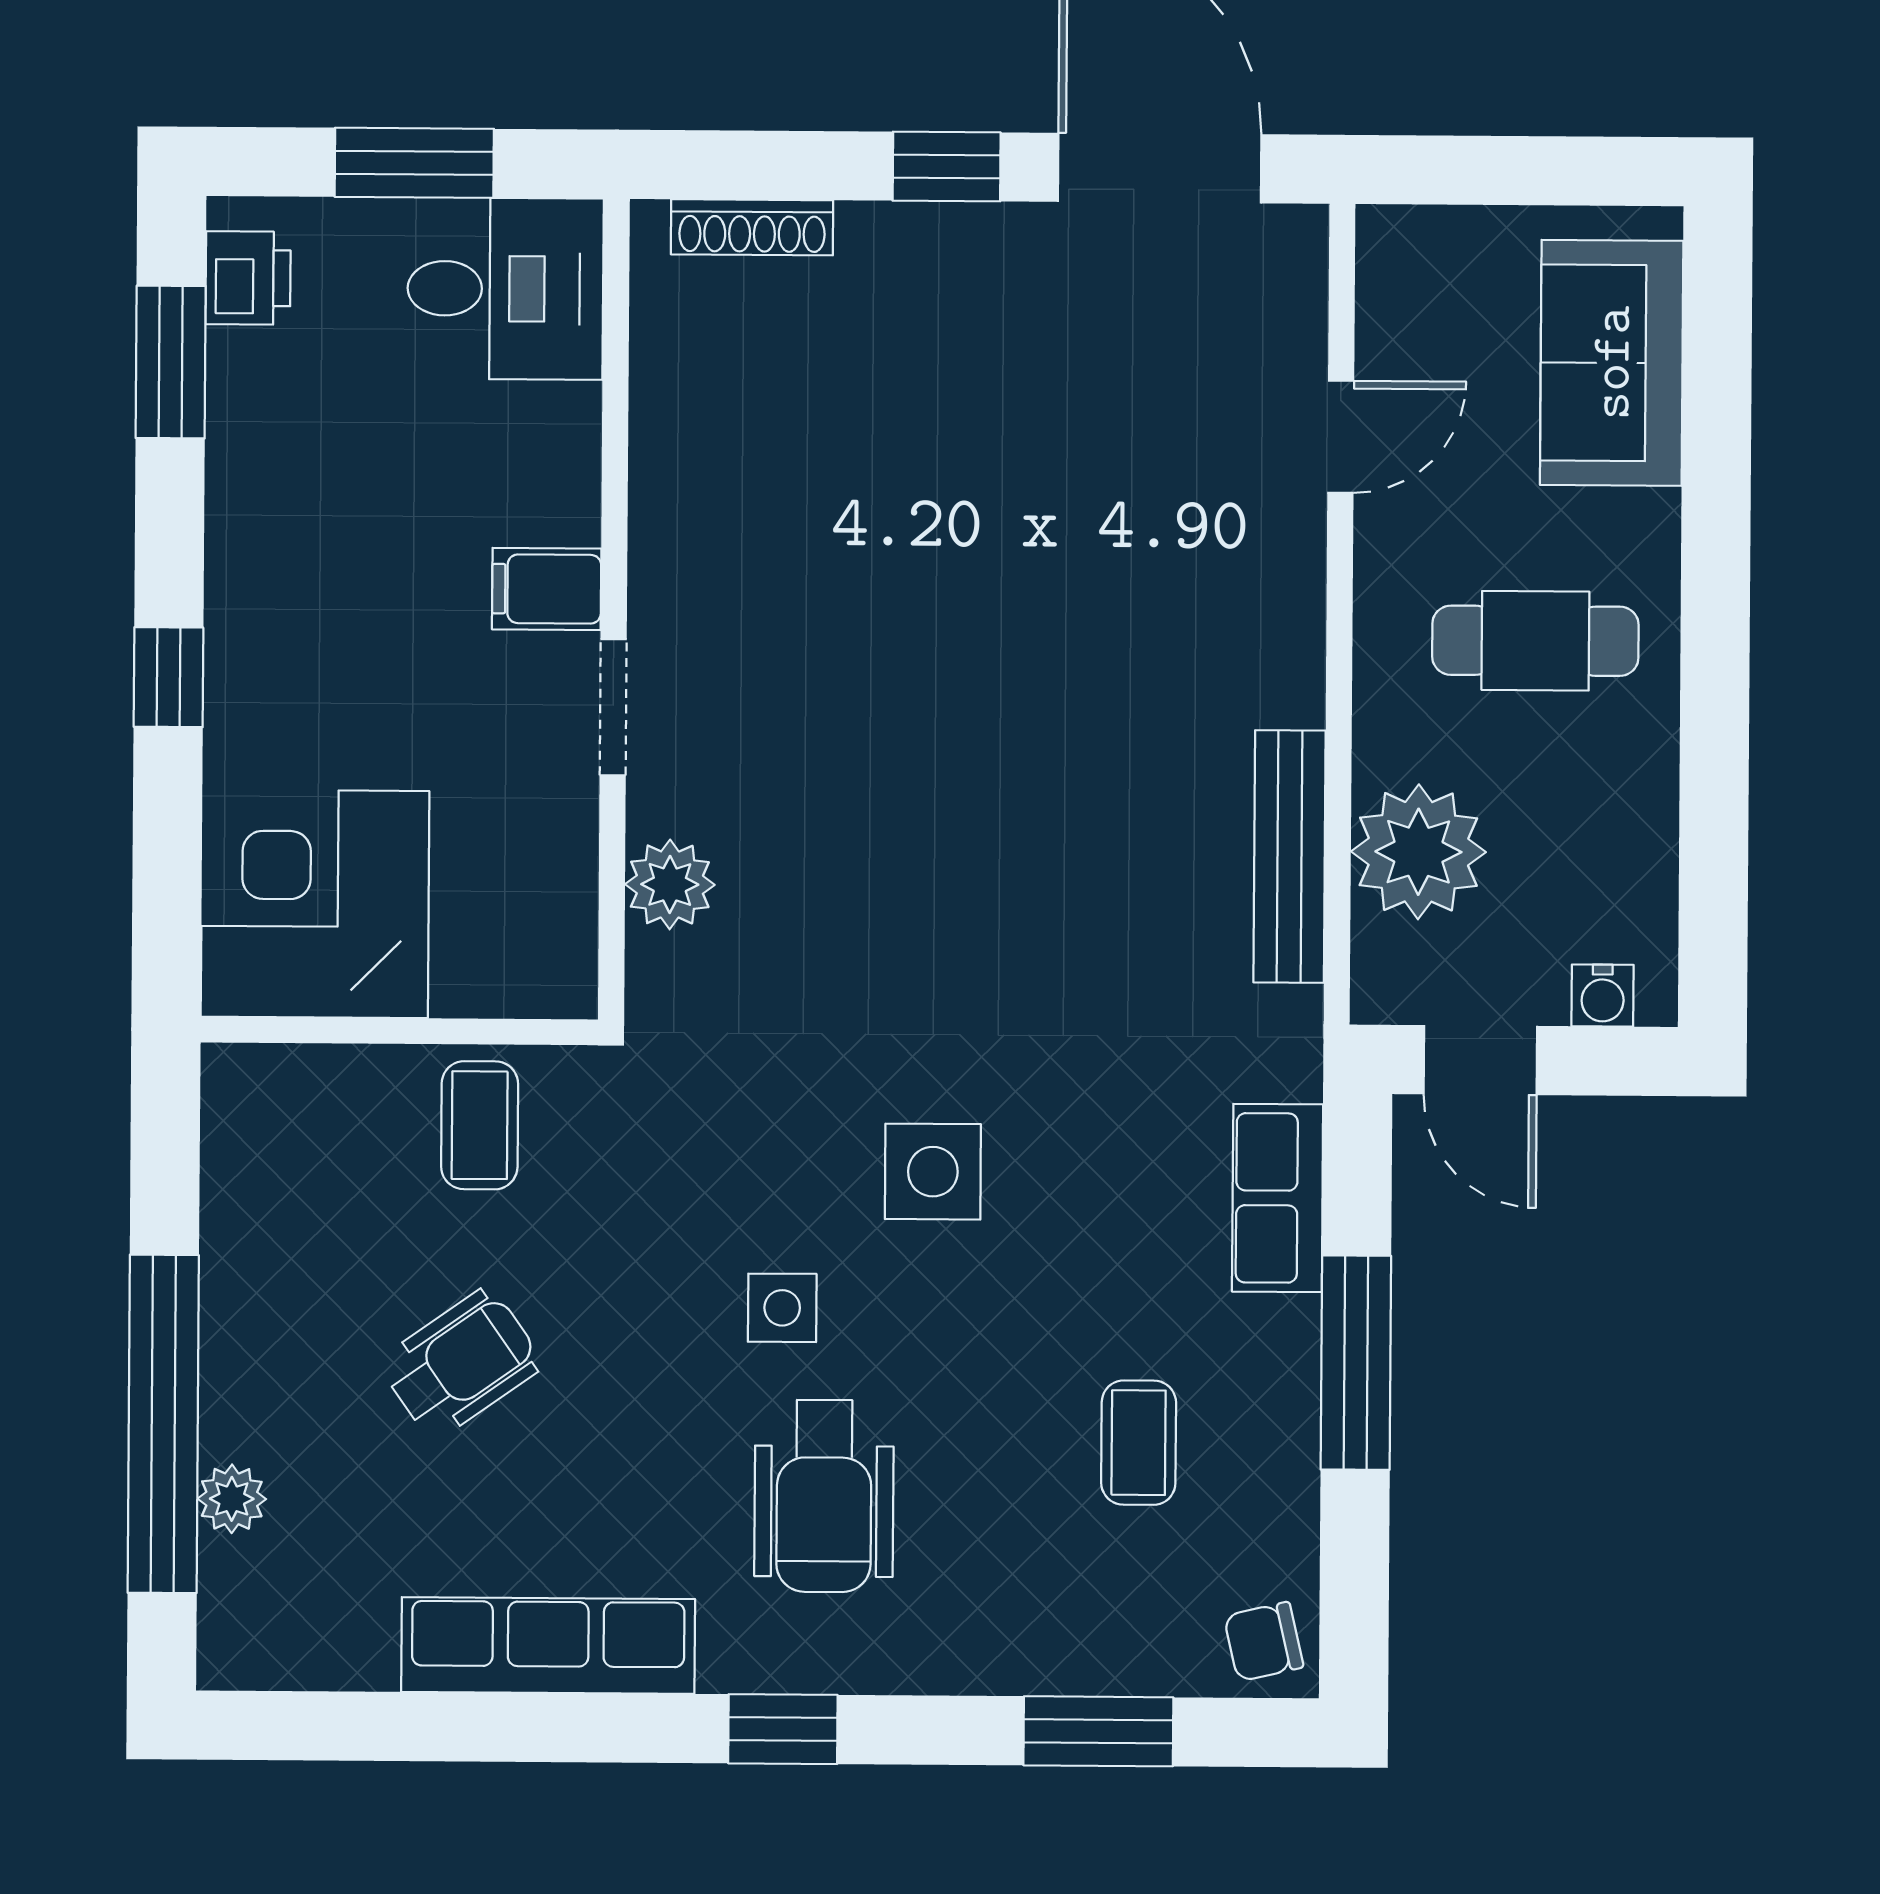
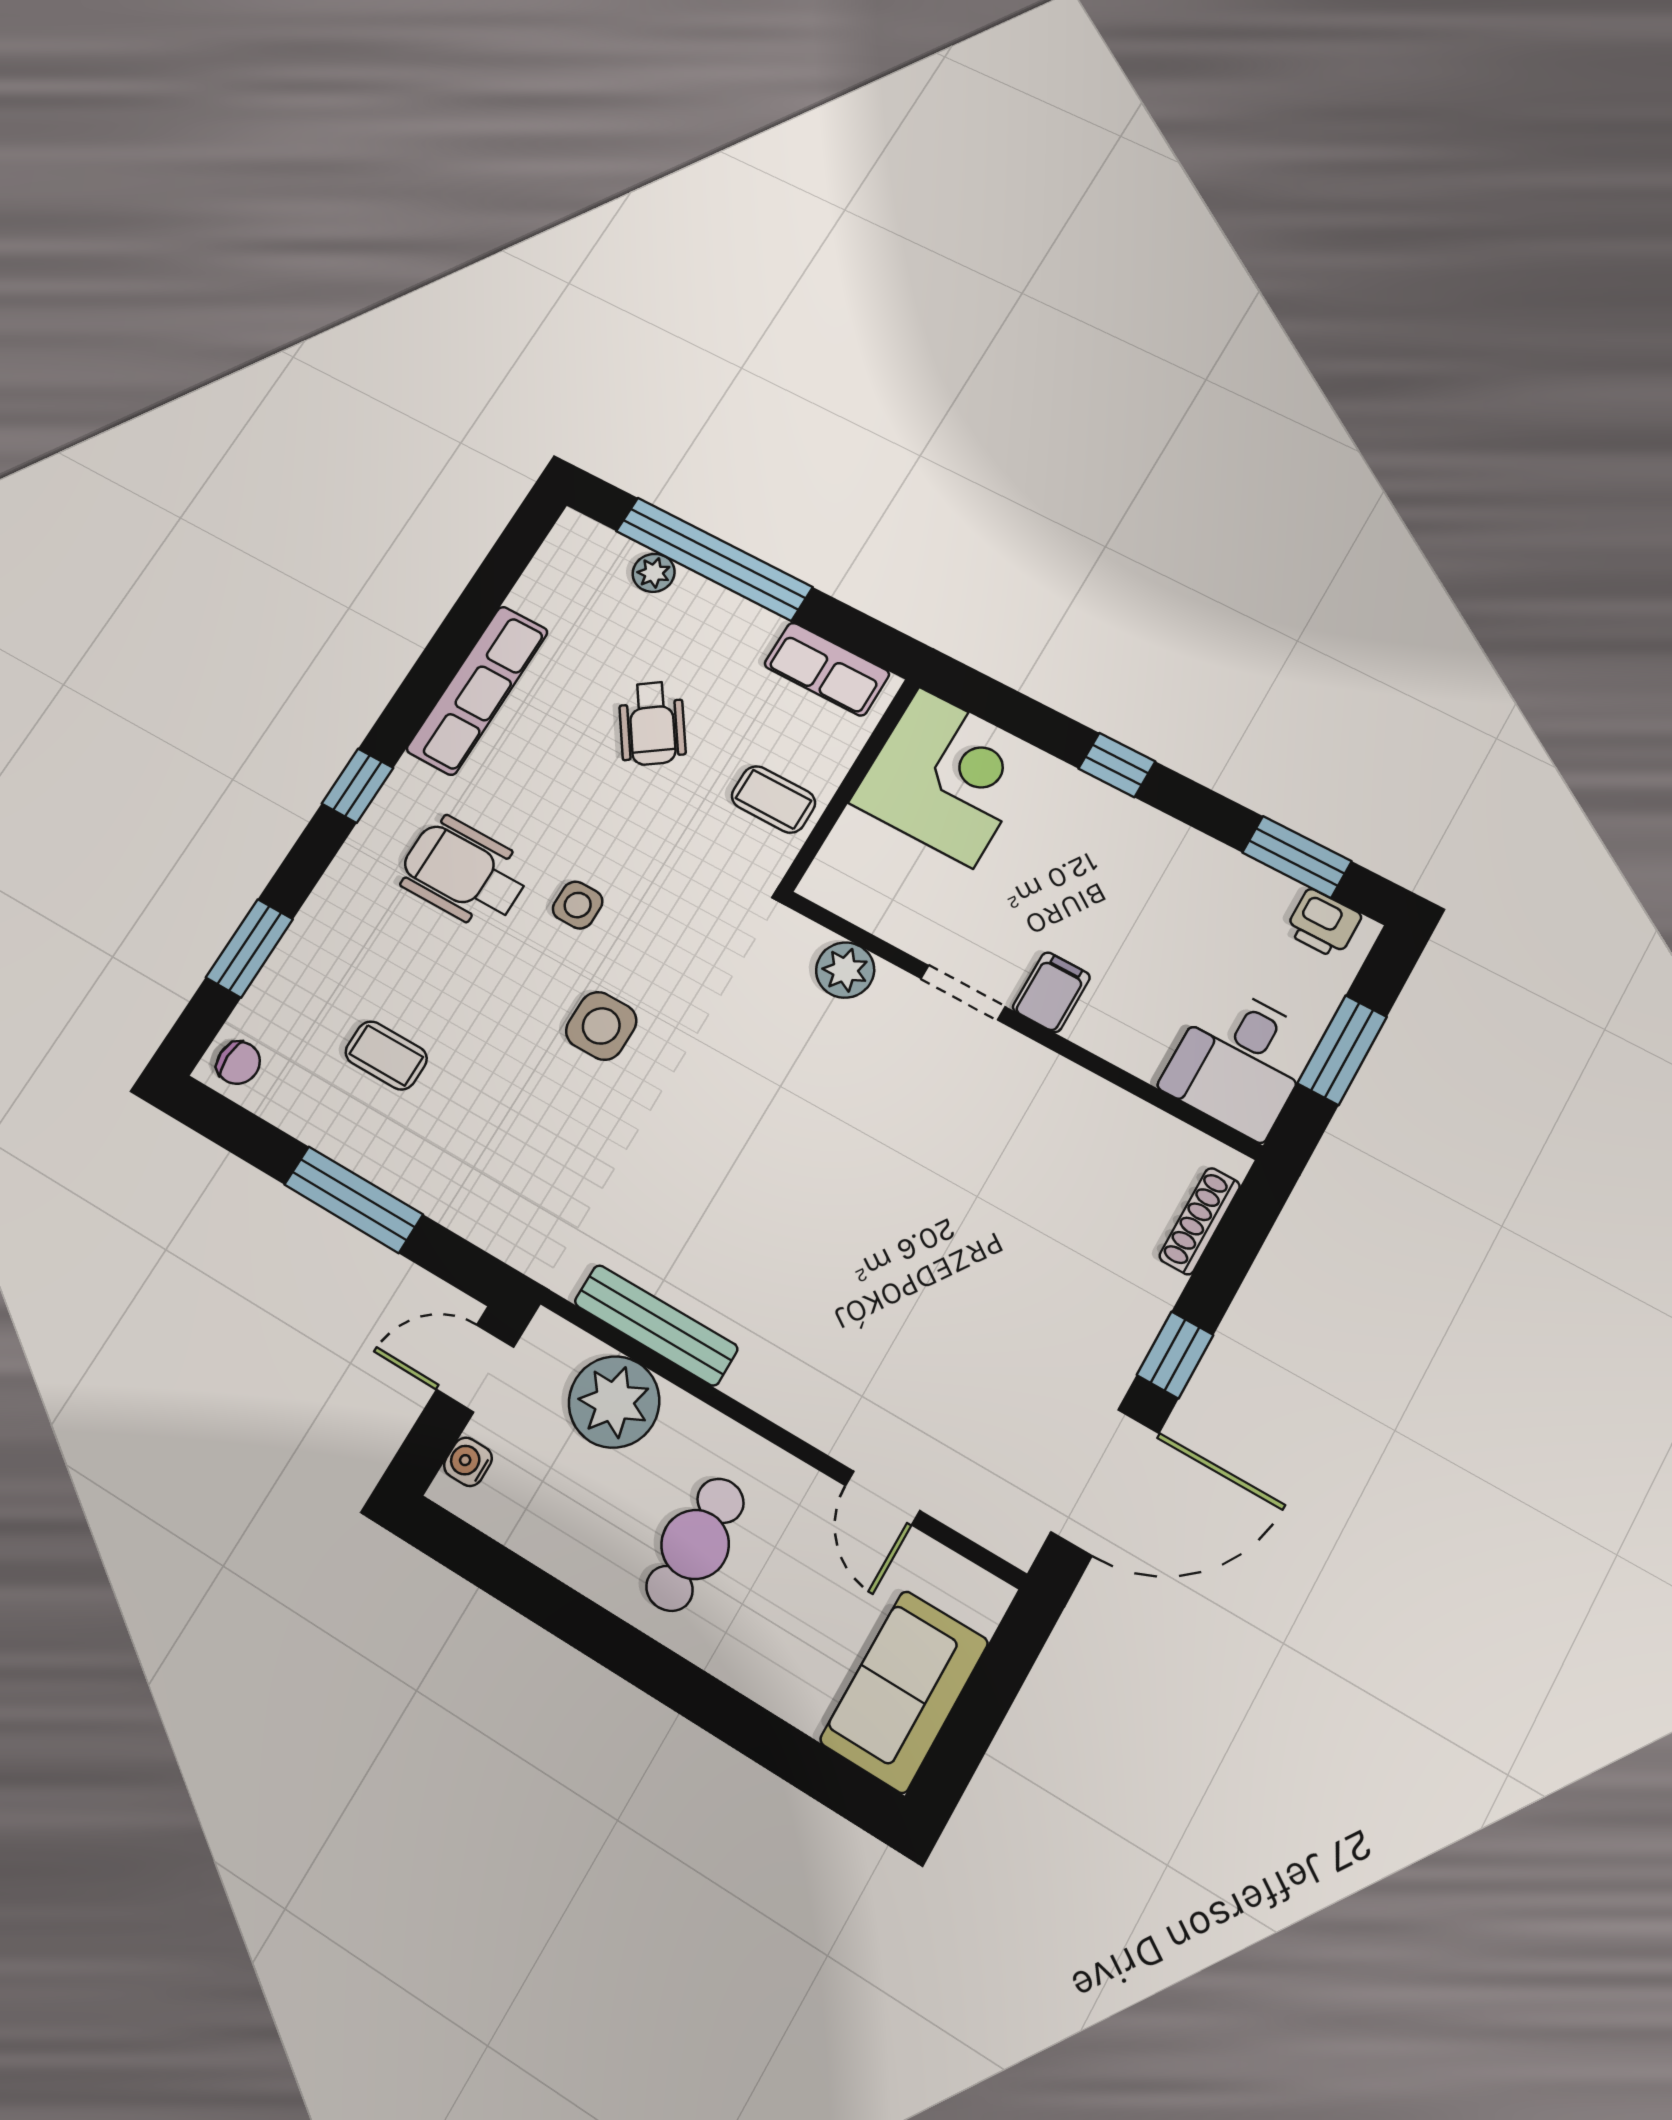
sofa: (1612, 363) -> (904, 1691), moved, turned -90
row of seats: (1278, 1198) -> (827, 669), moved, turned 180
chair: (1264, 1642) -> (238, 1063), turned 103

